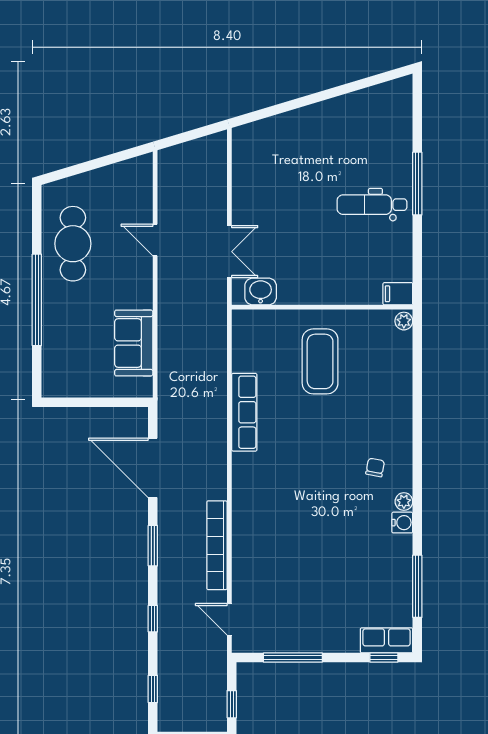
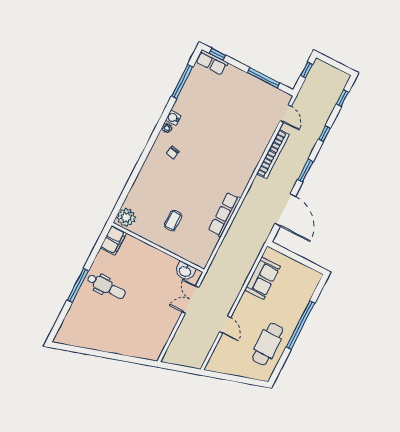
filing cabinet: (398, 294) -> (113, 240), width x2.00
plant: (404, 321) -> (126, 217), width x1.87, depth x1.87
coffee table: (320, 361) -> (173, 221), width x0.54, depth x0.58

